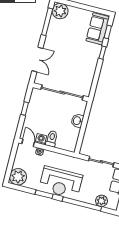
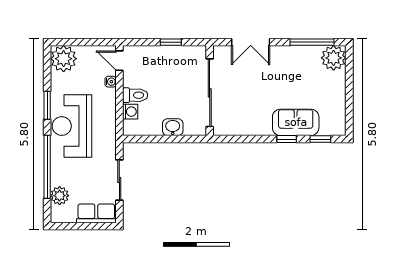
sofa: (98, 29) -> (296, 122), moved
washing machine: (41, 139) -> (130, 112), moved
door: (28, 143) -> (119, 61), swing flipped

